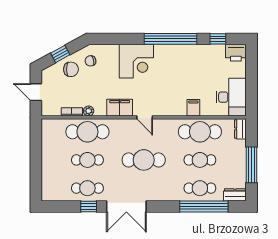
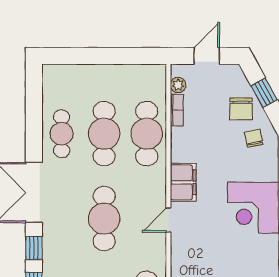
plant: (89, 111) -> (178, 85), moved
cafe table: (87, 160) -> (104, 134), width x1.37, depth x1.35
window: (89, 207) -> (34, 248), moved

